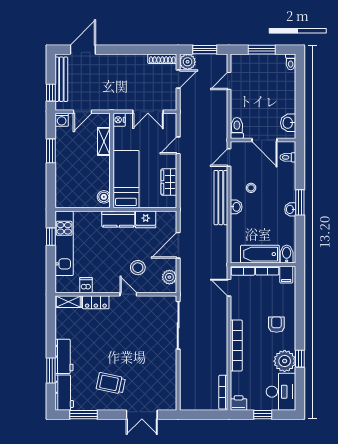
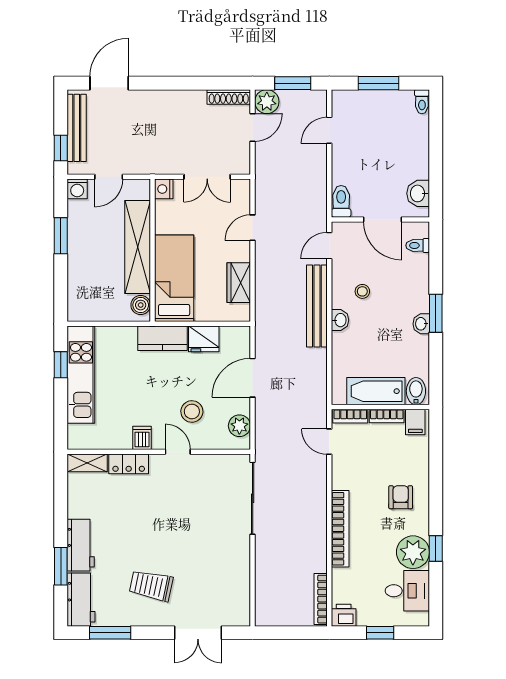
shelving: (104, 141) -> (138, 247), width x2.20, depth x1.33
dishwasher: (86, 285) -> (142, 438), moved
desk: (281, 392) -> (407, 591), width x0.73

